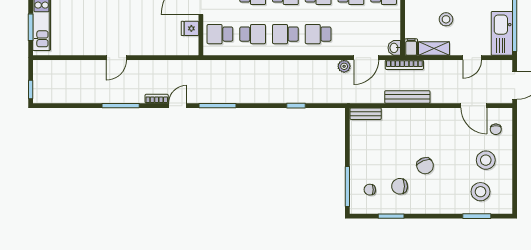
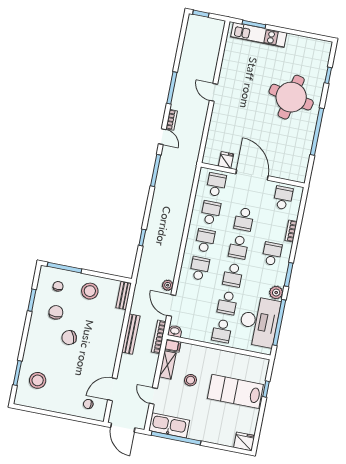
school desk: (253, 34) -> (211, 213), turned 180
stool: (486, 160) -> (90, 291), moved

